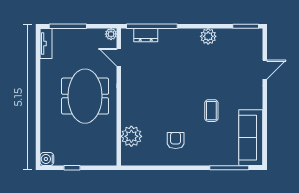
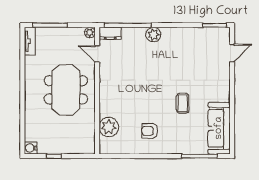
dresser: (146, 35) -> (110, 33), moved
plant: (208, 36) -> (153, 35), moved
door: (265, 70) -> (232, 53), moved
armchair: (176, 141) -> (150, 131), turned -90

